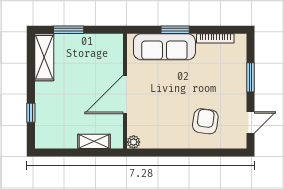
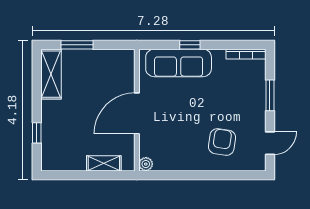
window: (175, 30) -> (190, 45), width x0.67
bookcase: (215, 38) -> (246, 54), moved

